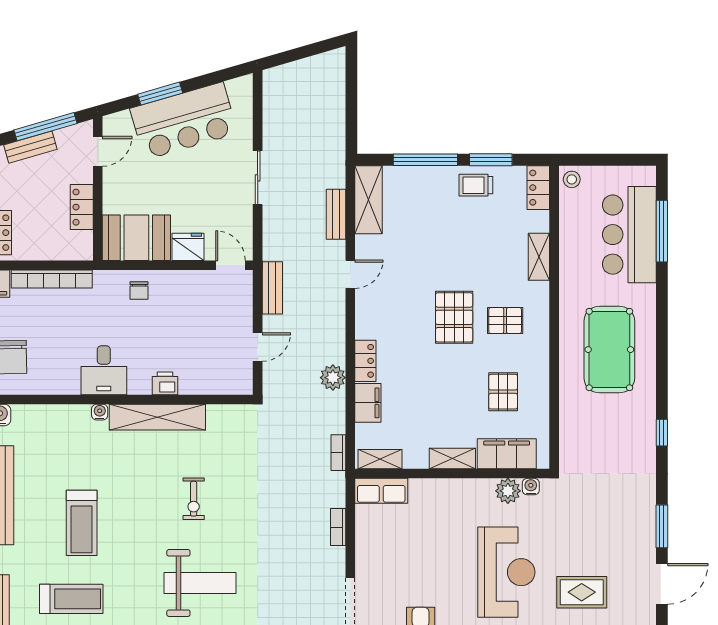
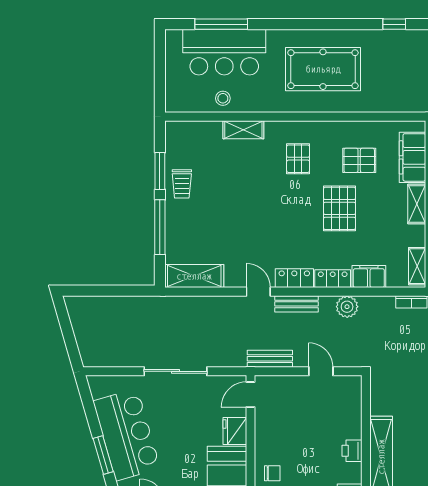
sliding door: (258, 178) -> (175, 371), width x1.37
stool: (572, 179) -> (223, 98), moved
locker: (538, 188) -> (294, 278), moved, turned 180
bench: (336, 214) -> (297, 304), moved
pallet: (454, 317) -> (339, 208), moved, turned 90

